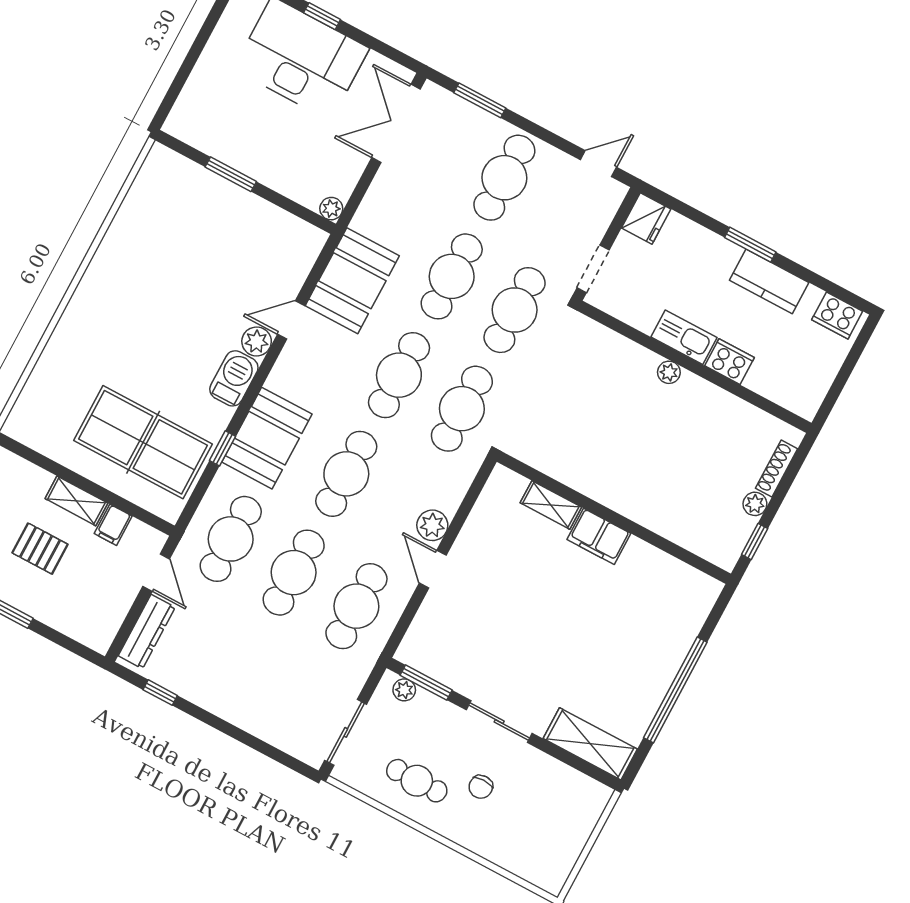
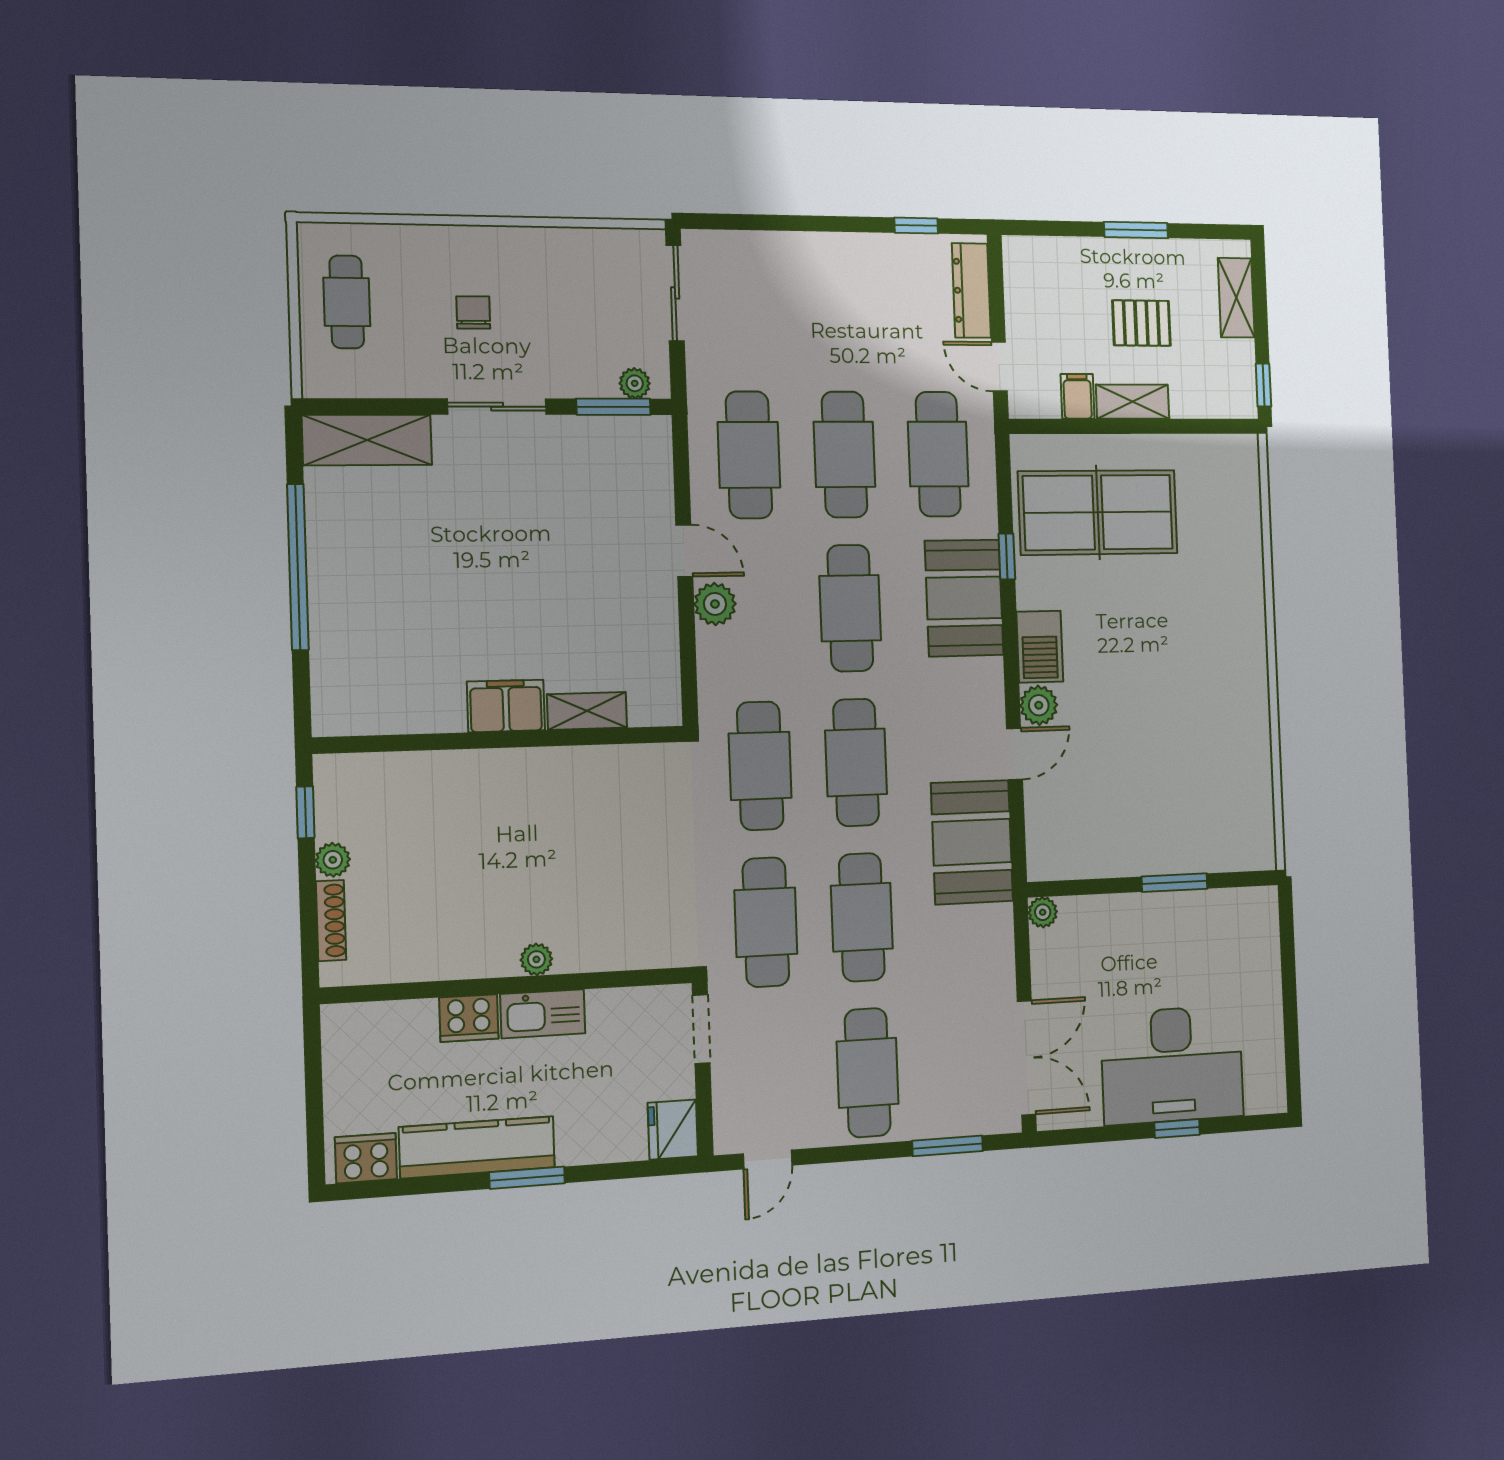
kitchen counter: (769, 281) -> (477, 1147), width x1.50
cafe table: (417, 781) -> (347, 302), moved, turned 90

